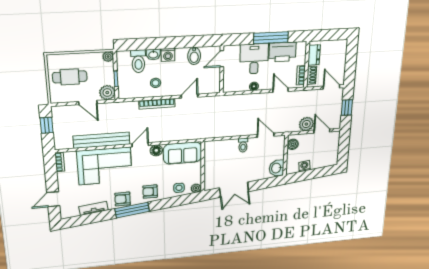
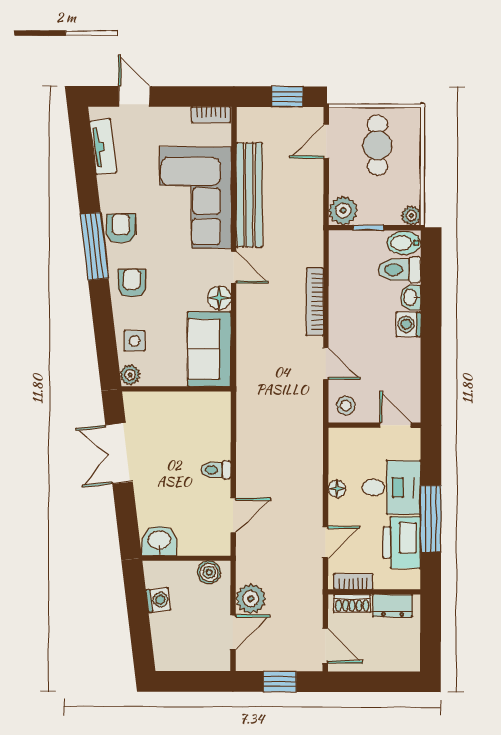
bidet: (194, 56) -> (404, 243), moved
stool: (156, 83) -> (346, 405), moved
door: (331, 87) -> (325, 646), hinge flipped
door: (88, 103) -> (326, 141), moved
tv unit: (93, 208) -> (103, 147), moved

